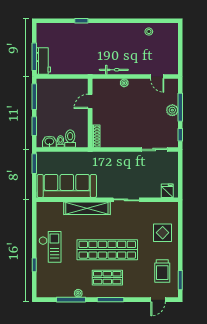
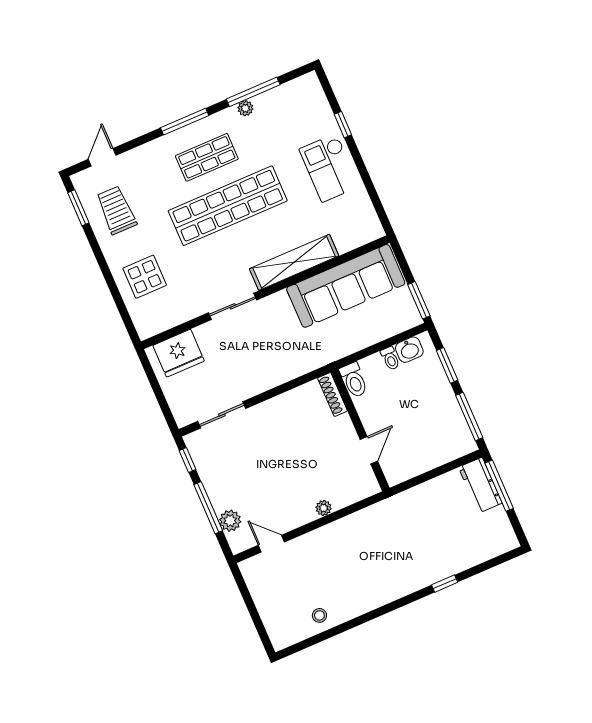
bicycle: (114, 70) -> (351, 523), removed
plant: (172, 110) -> (230, 521), moved
toilet: (70, 139) -> (354, 380), moved
fridge: (167, 191) -> (179, 353), width x1.88, depth x1.34

